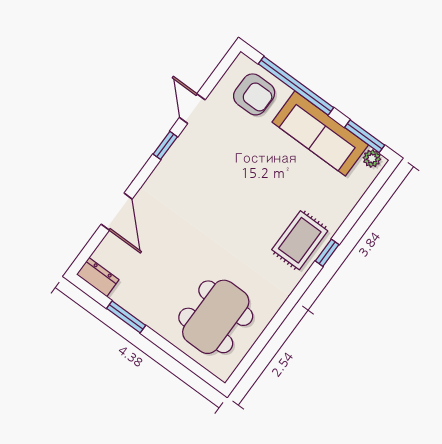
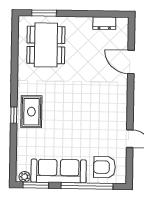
window: (165, 145) -> (130, 111), removed
dresser: (98, 277) -> (104, 23), moved
window: (126, 317) -> (44, 13), moved

